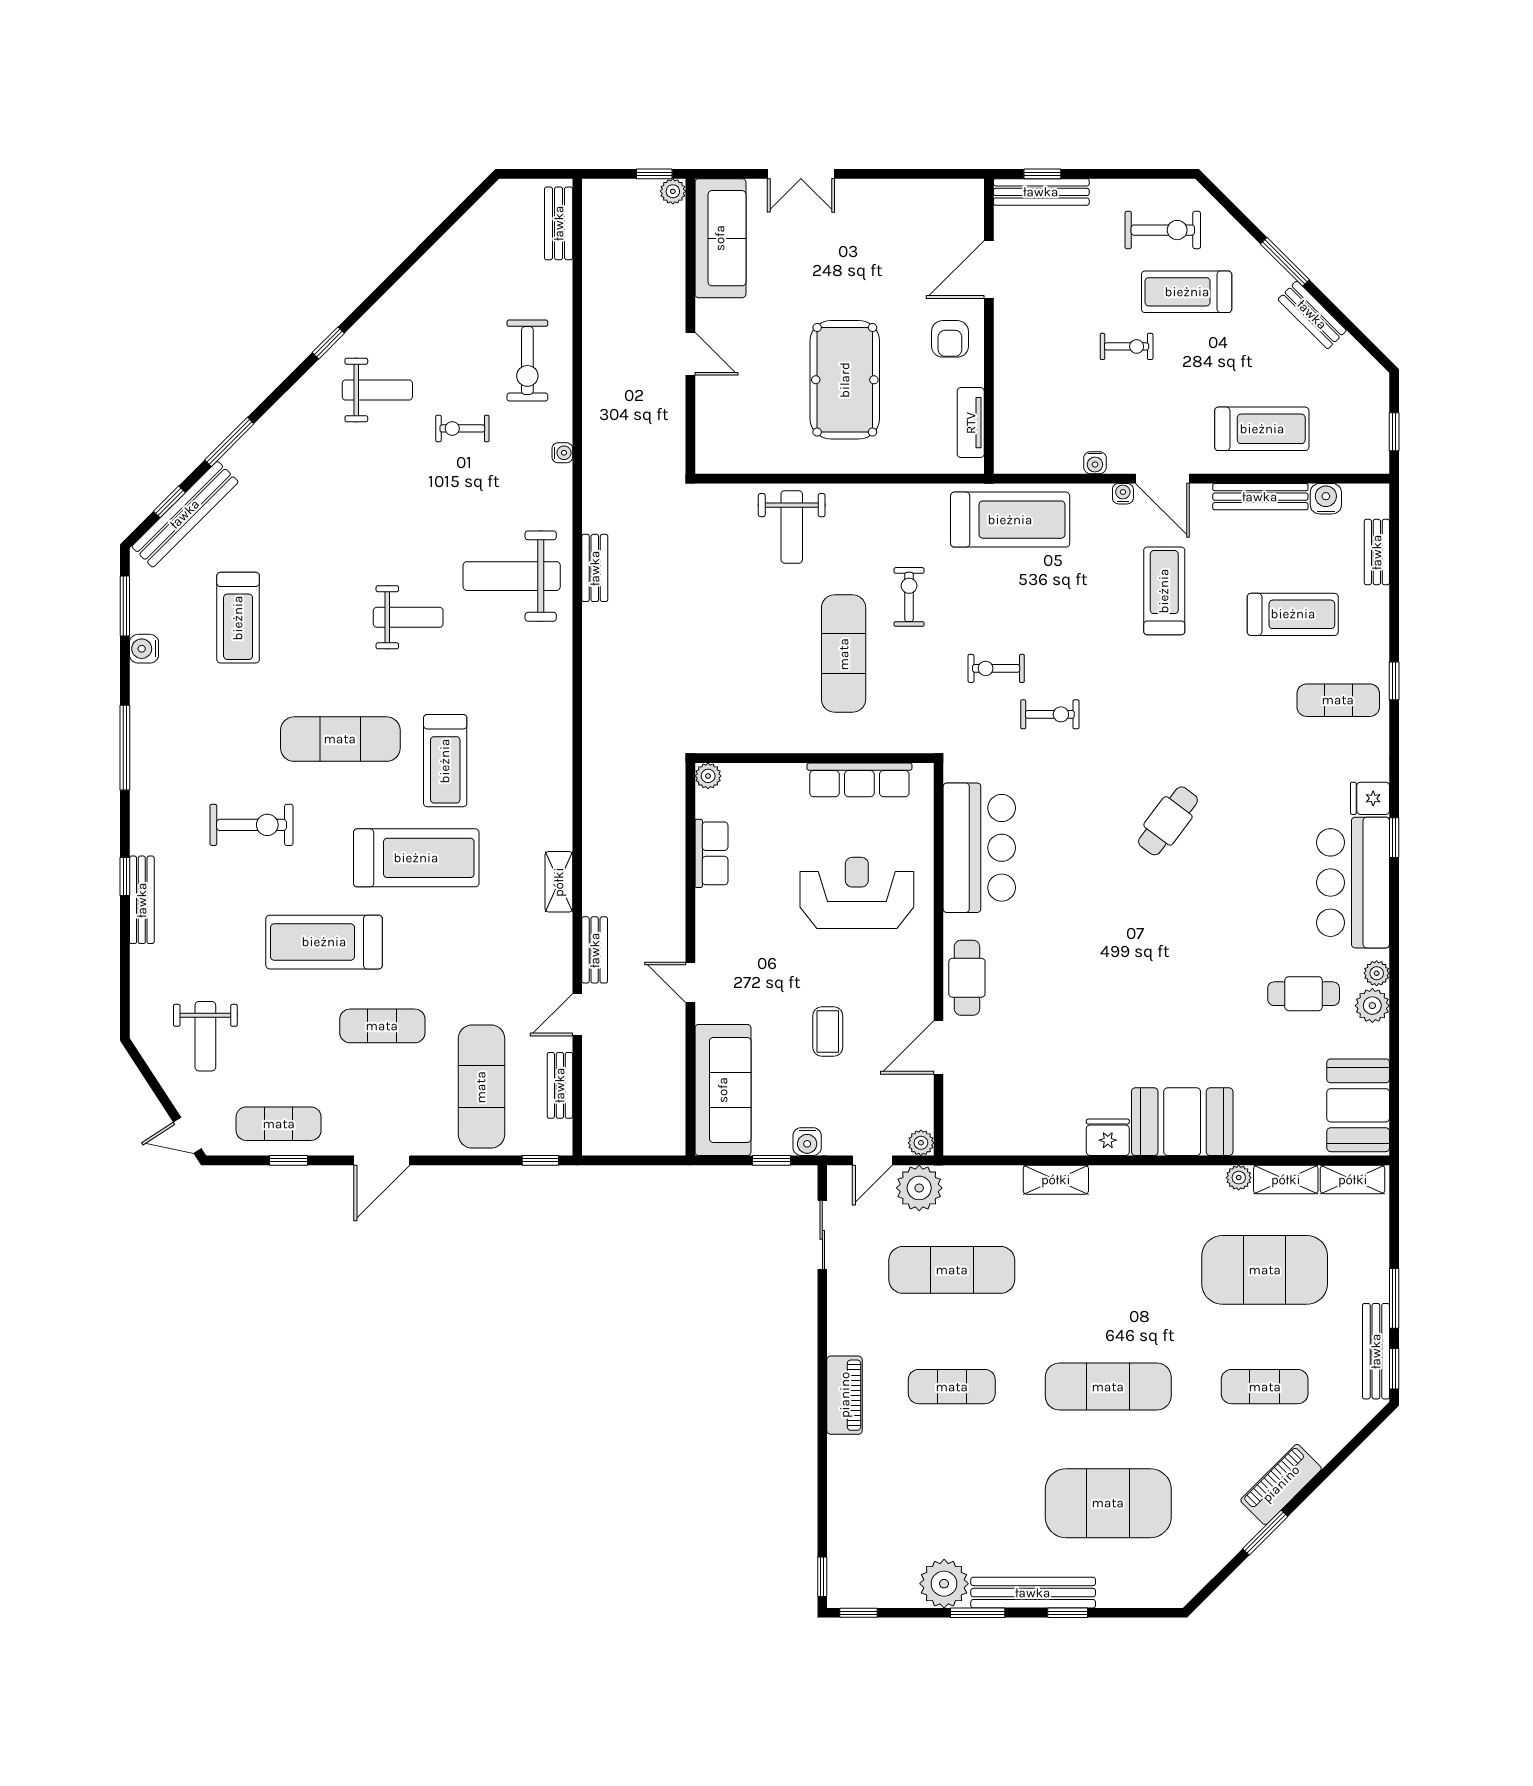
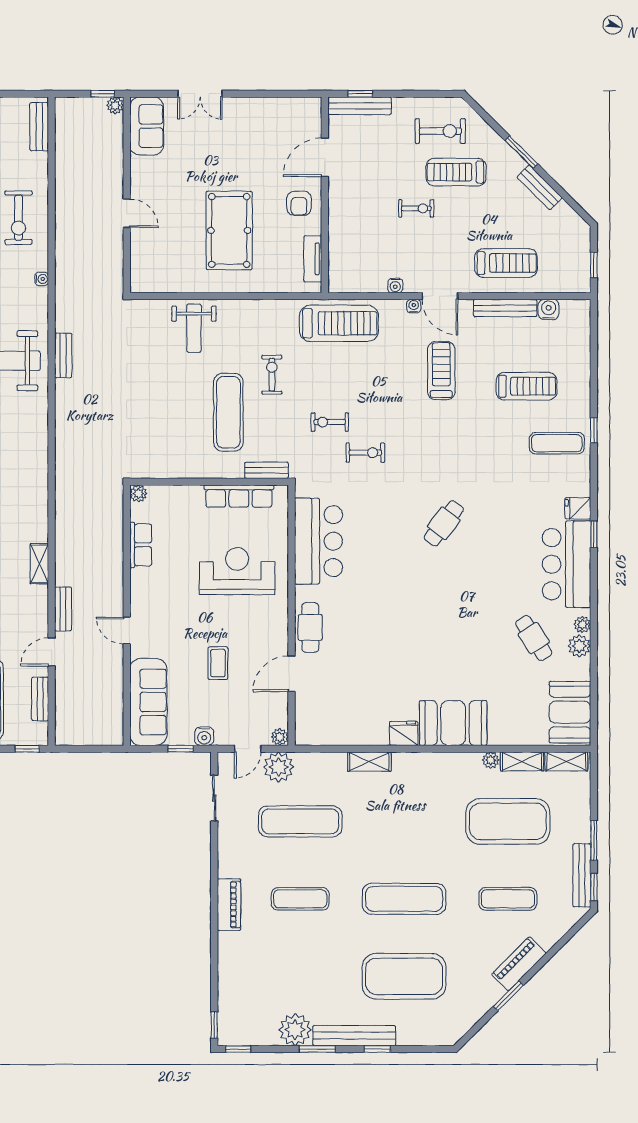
sofa: (720, 238) -> (147, 126), width x0.73
bench: (1377, 552) -> (266, 470), moved, turned 90
cafe table: (1304, 994) -> (534, 638), turned 57

